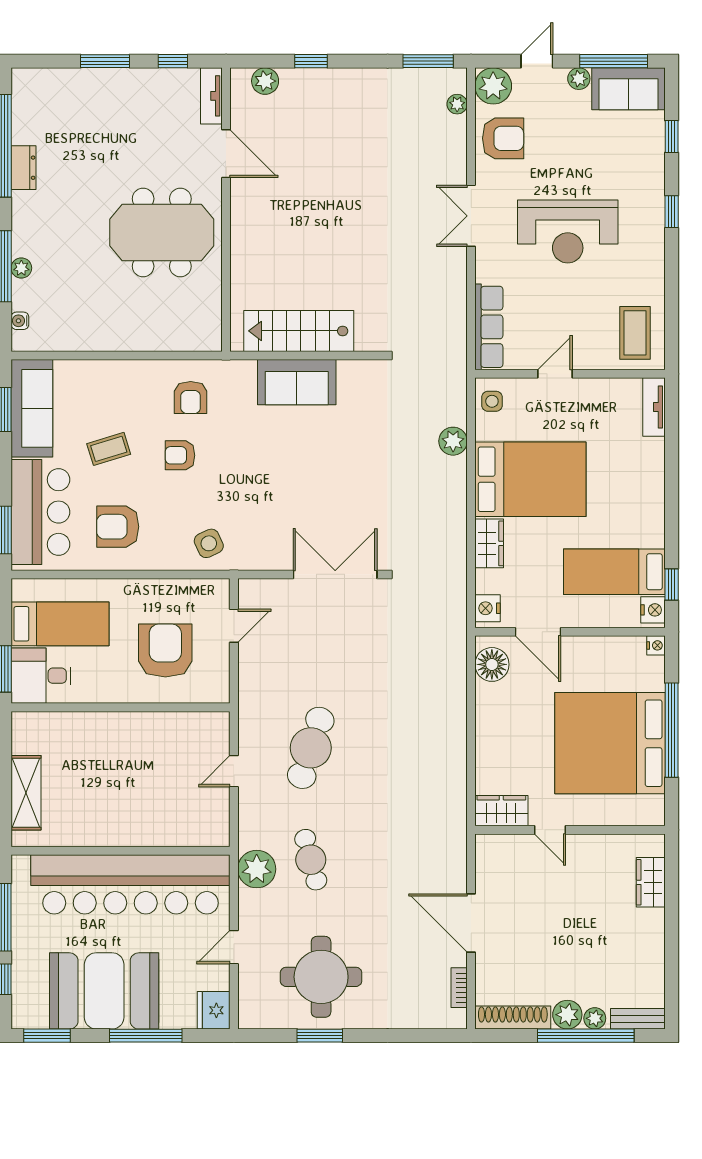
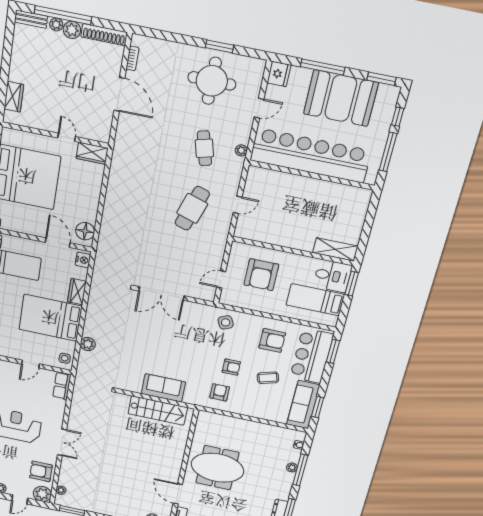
row of seats: (489, 327) -> (62, 386), width x0.68
shelving: (26, 793) -> (335, 249), moved, turned 90
plant: (257, 869) -> (241, 150), width x0.53, depth x0.53

